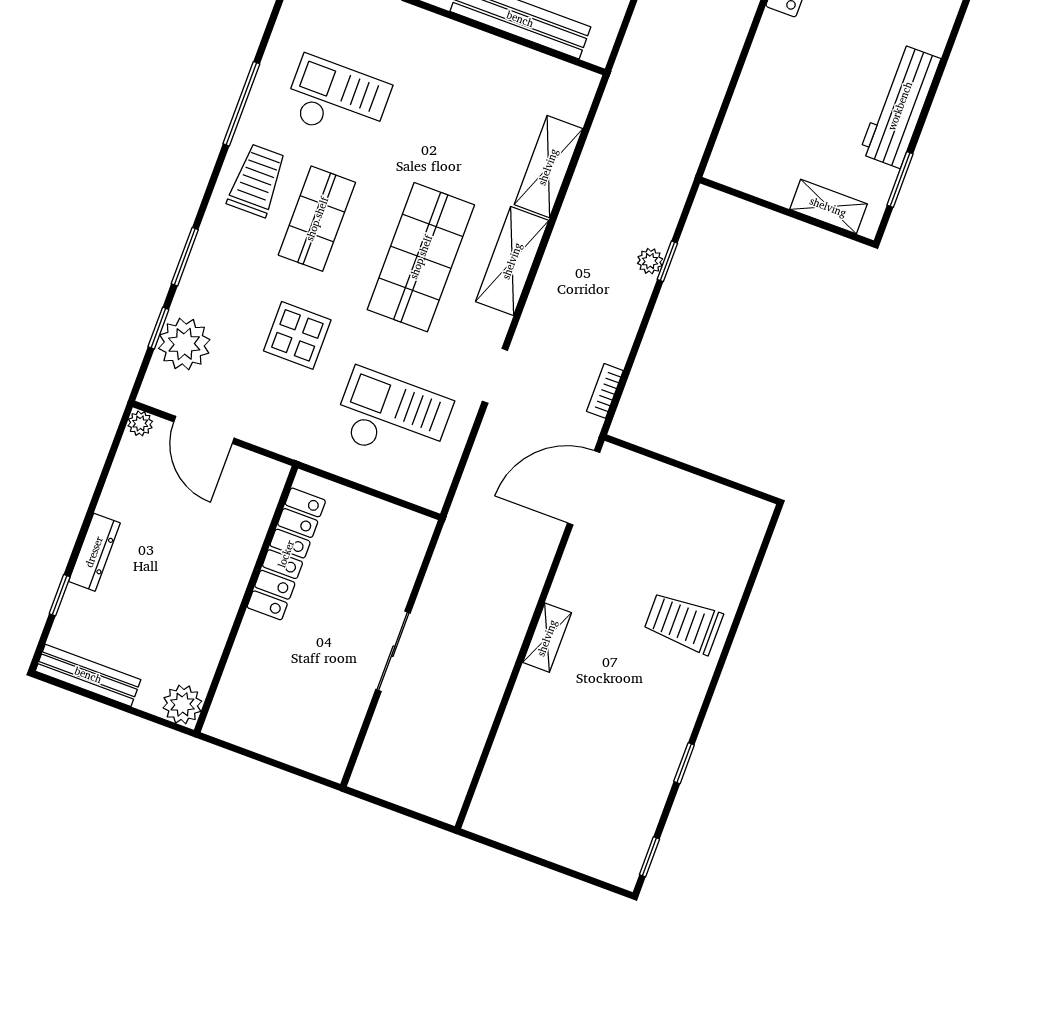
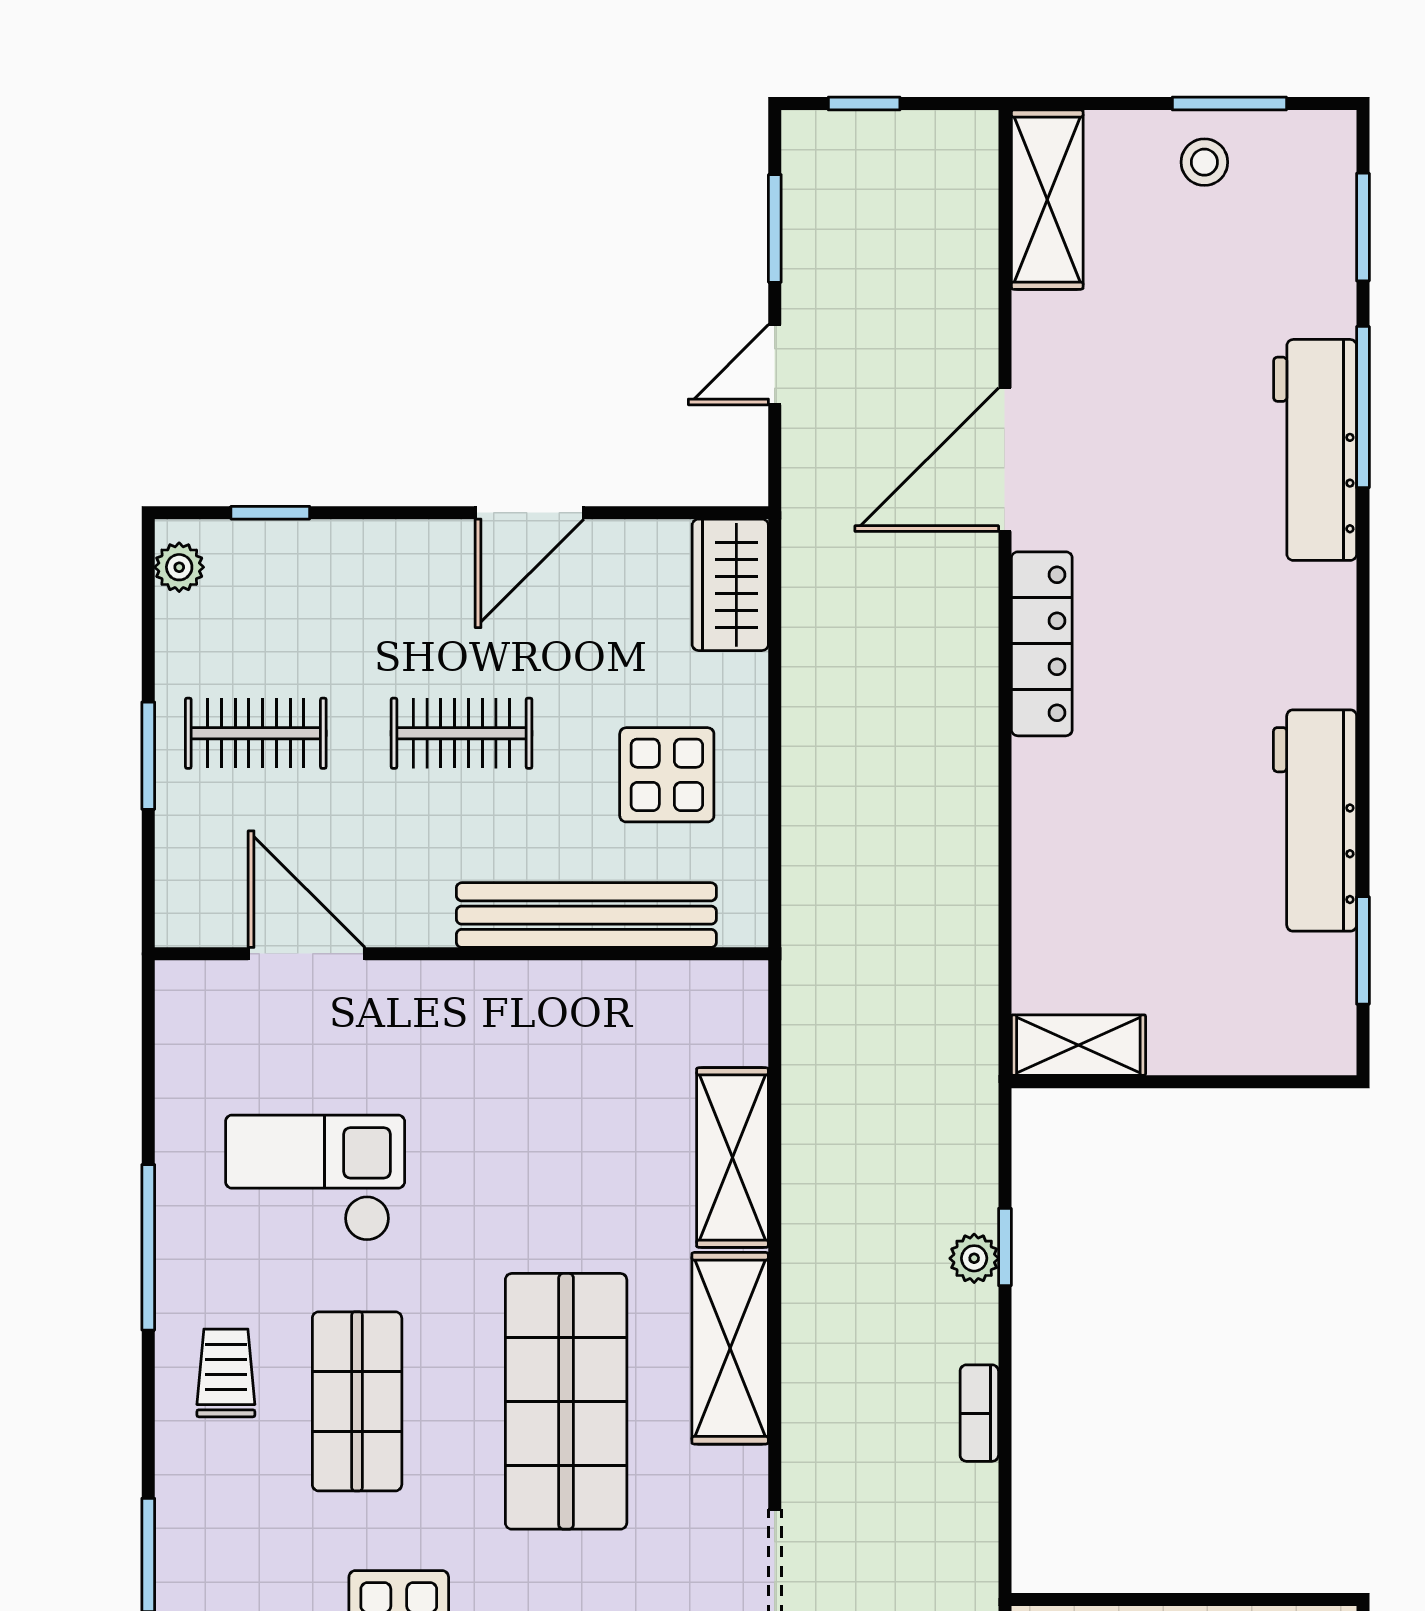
trolley: (257, 180) -> (226, 1373), width x0.73, depth x0.72
shelving: (828, 207) -> (1078, 1045), moved
bookcase: (605, 391) -> (979, 1413), moved

